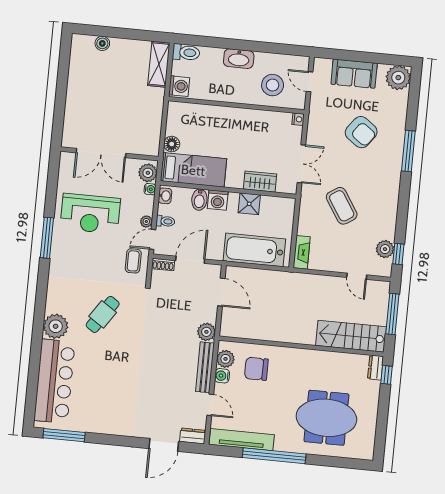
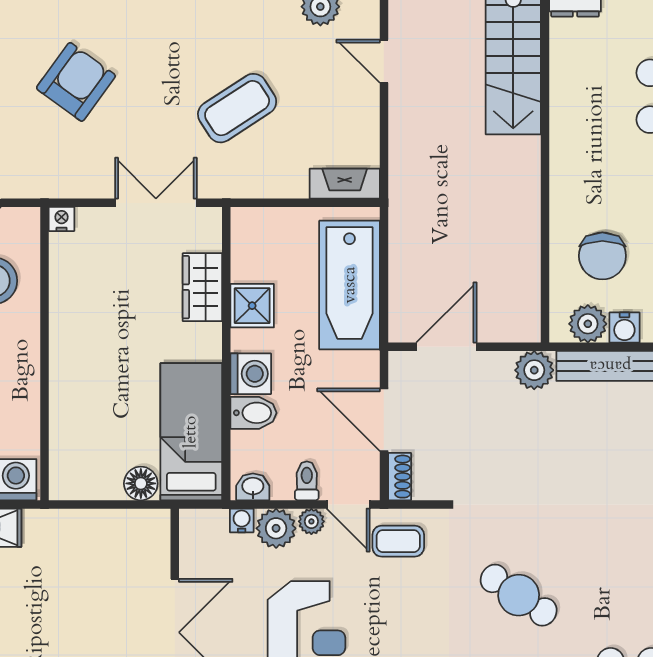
plant: (148, 173) -> (276, 528), moved
door: (357, 276) -> (384, 61), swing flipped

